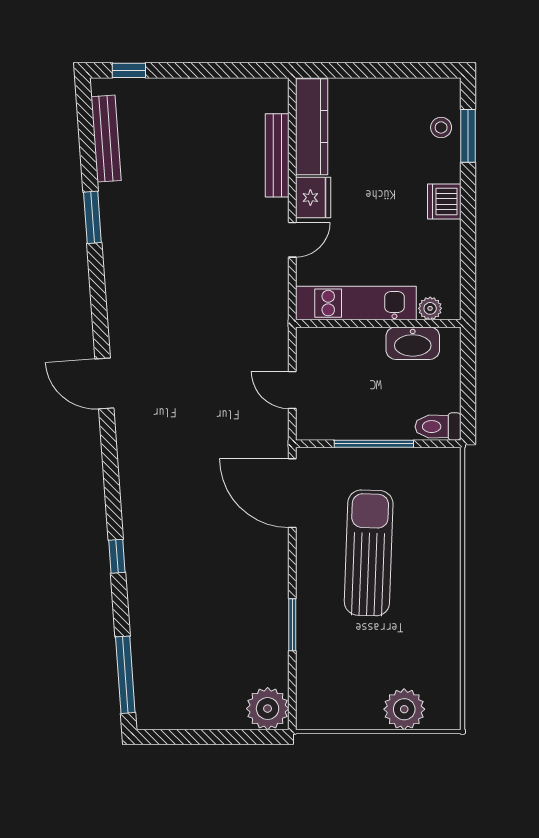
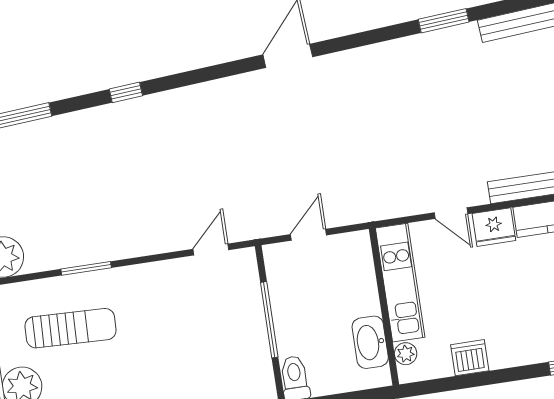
dishwasher: (444, 202) -> (470, 358), moved
door: (292, 493) -> (211, 250), width x0.53
sun lounger: (369, 553) -> (70, 328), moved, width x0.73, depth x0.75

